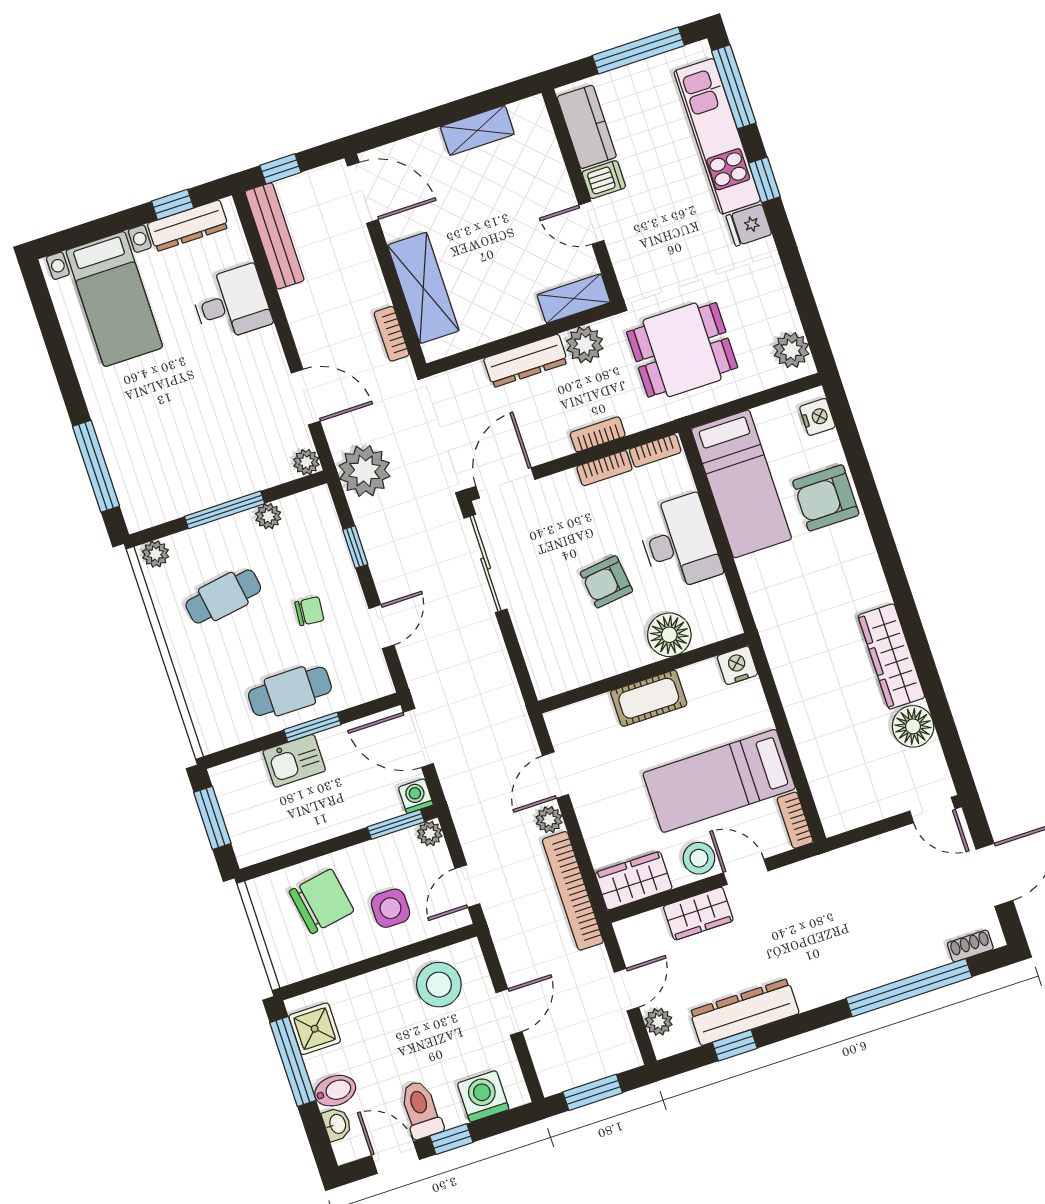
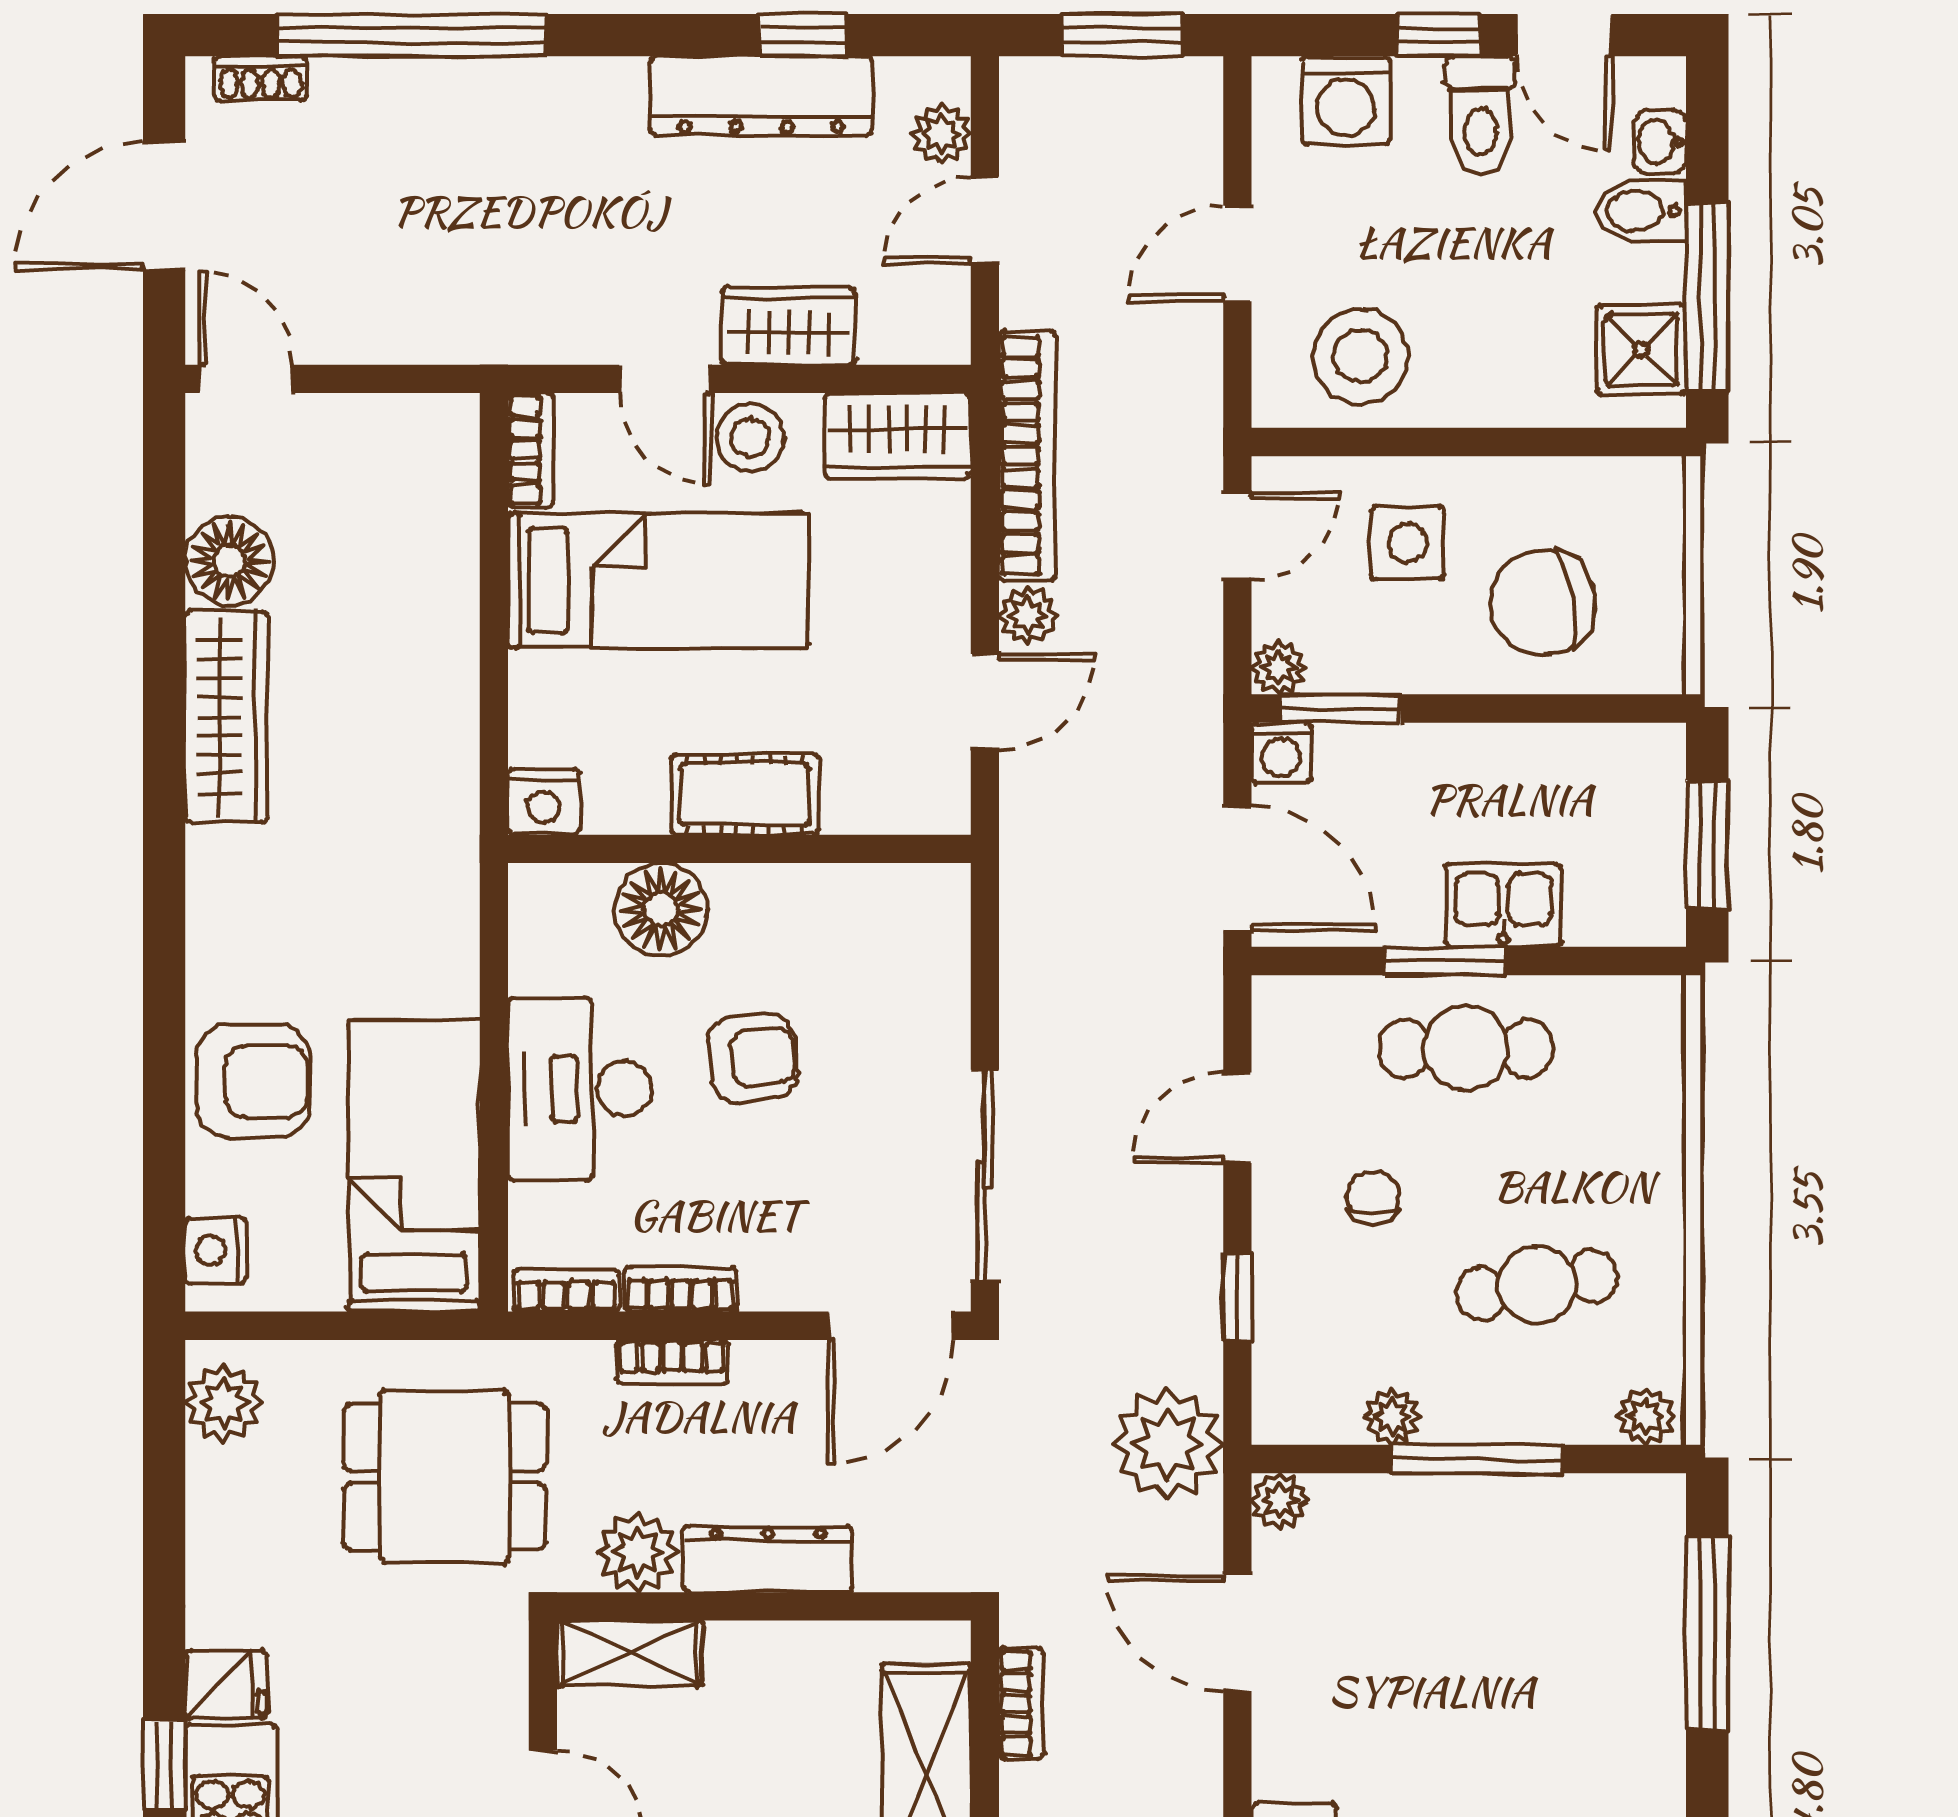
chair: (309, 611) -> (1373, 1198), turned 85

